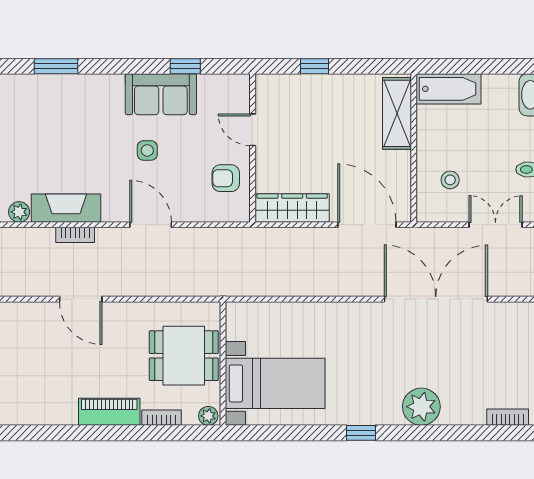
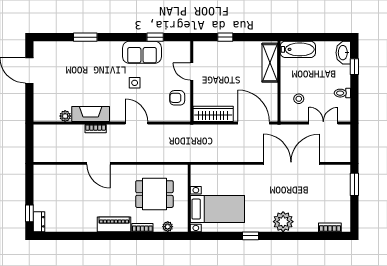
wall: (223, 364) -> (189, 198), moved
bed with nightstands: (275, 383) -> (217, 209), moved

